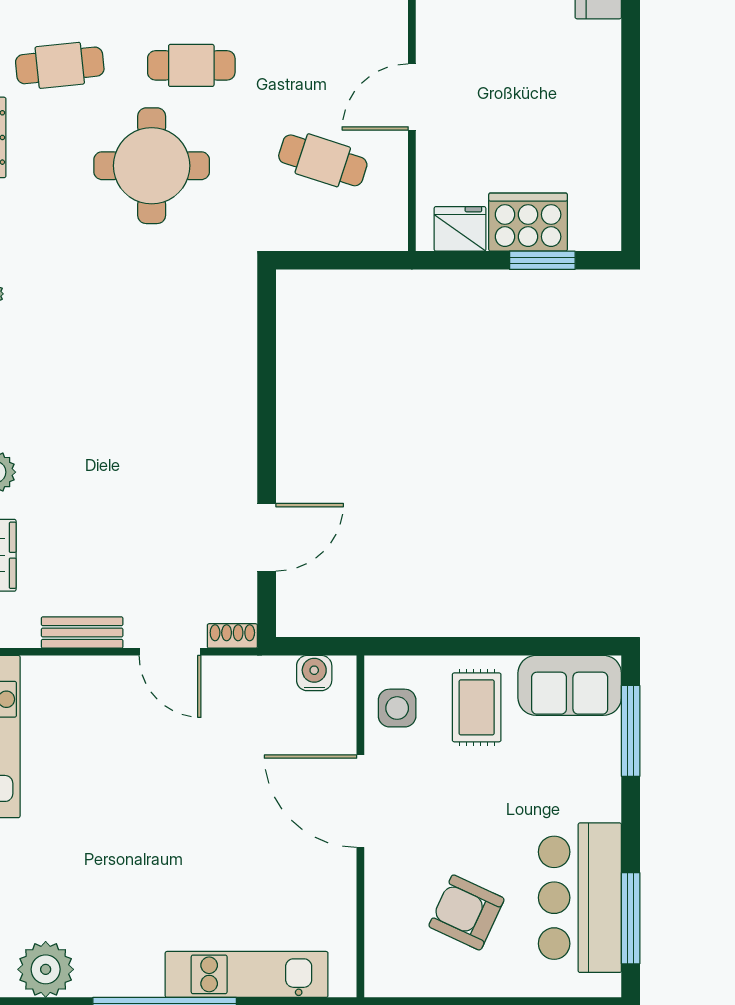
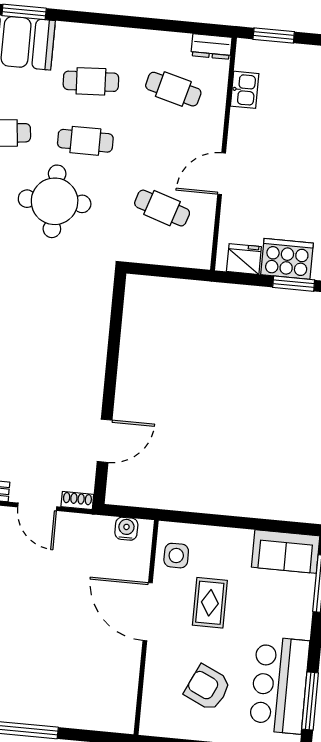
rug: (477, 707) -> (210, 603), moved
kitchen unit: (247, 974) -> (66, 713), removed

